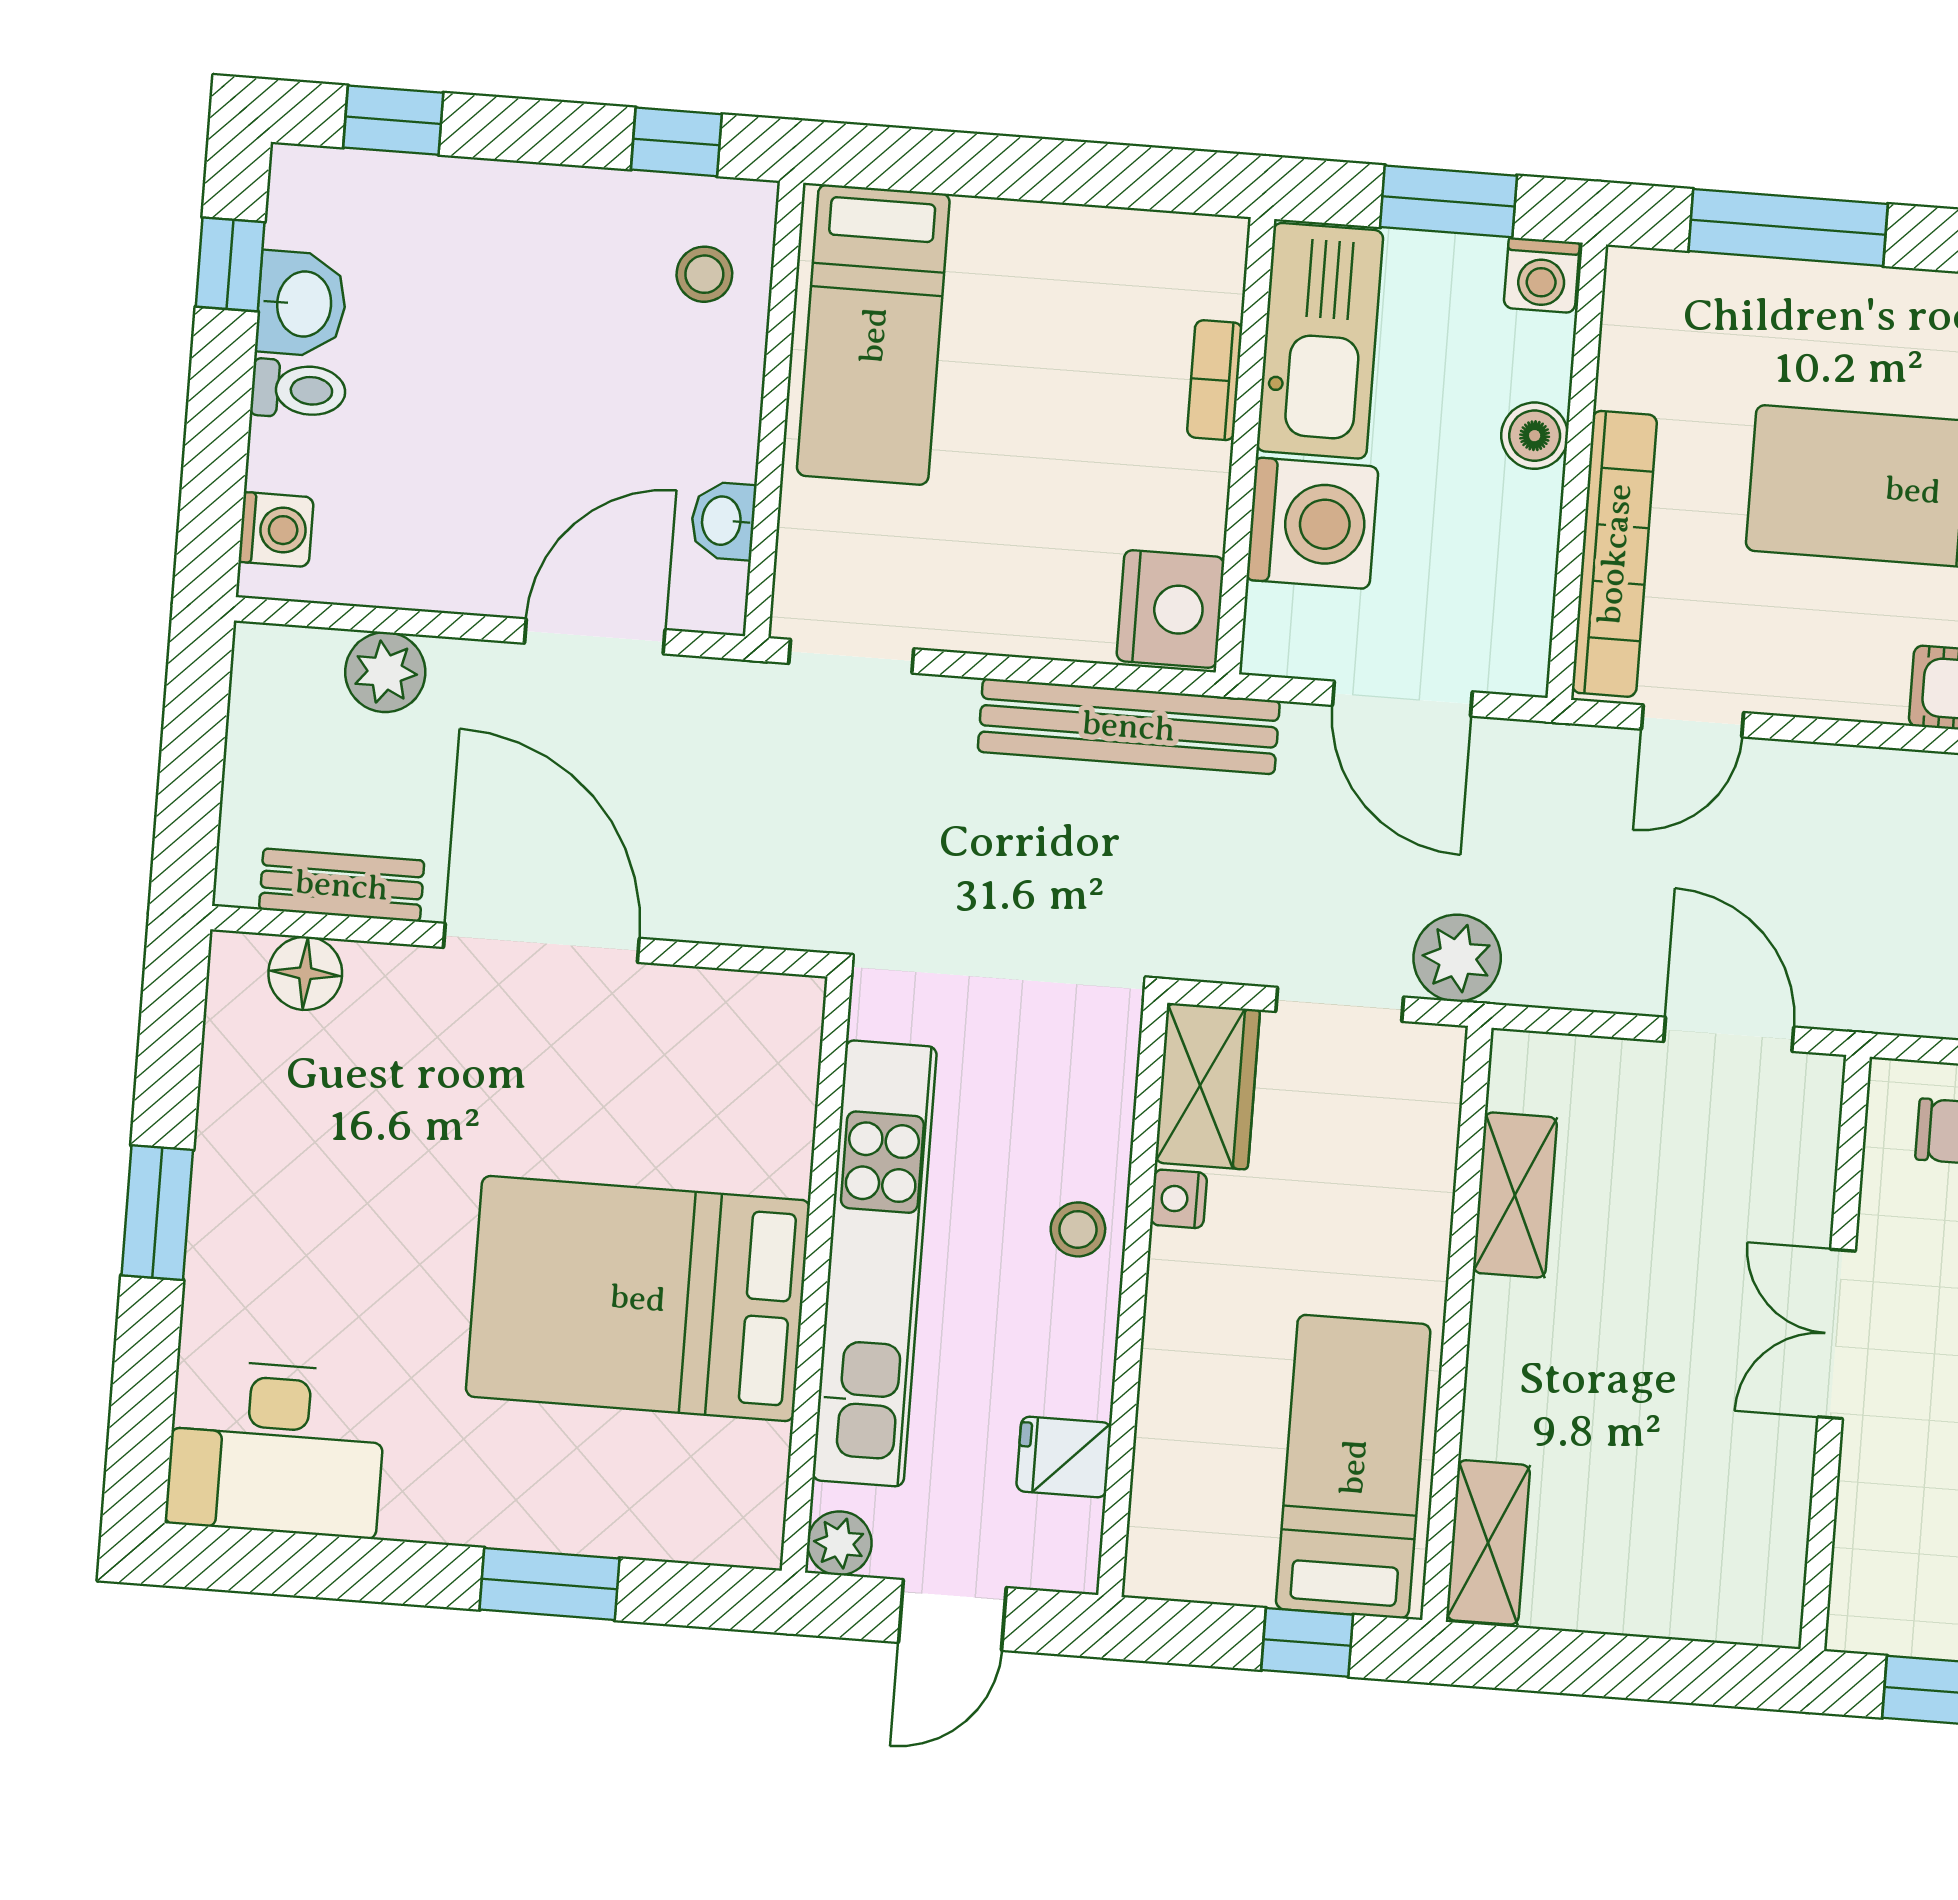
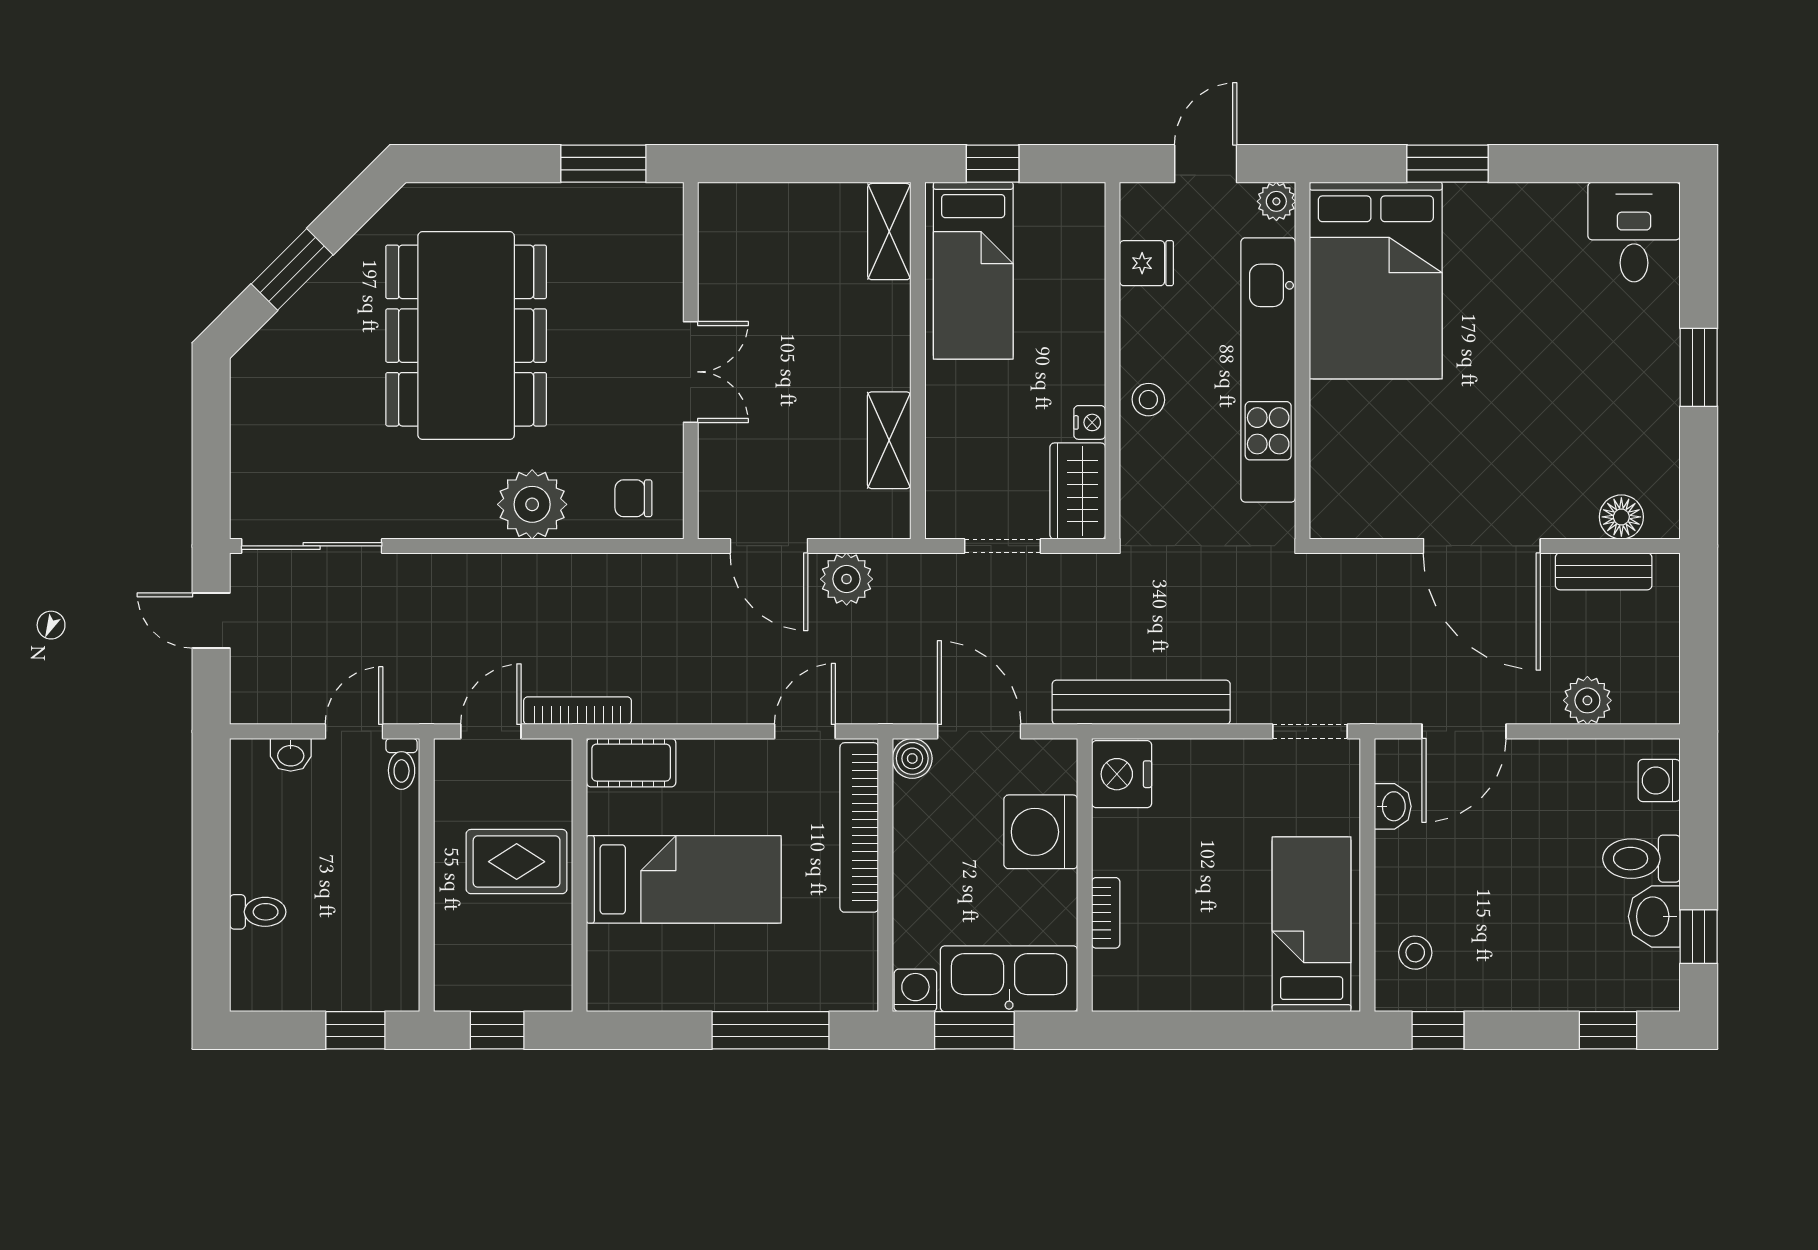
kitchen sink: (1320, 341) -> (1009, 979), moved, turned 90
toilet: (298, 390) -> (1641, 859), width x1.37, depth x1.39
boiler: (1535, 436) -> (912, 758), moved
plant: (1457, 958) -> (847, 579), moved
bed: (638, 1298) -> (1376, 281), moved, turned 90
desk: (276, 1449) -> (1634, 232), width x0.73

